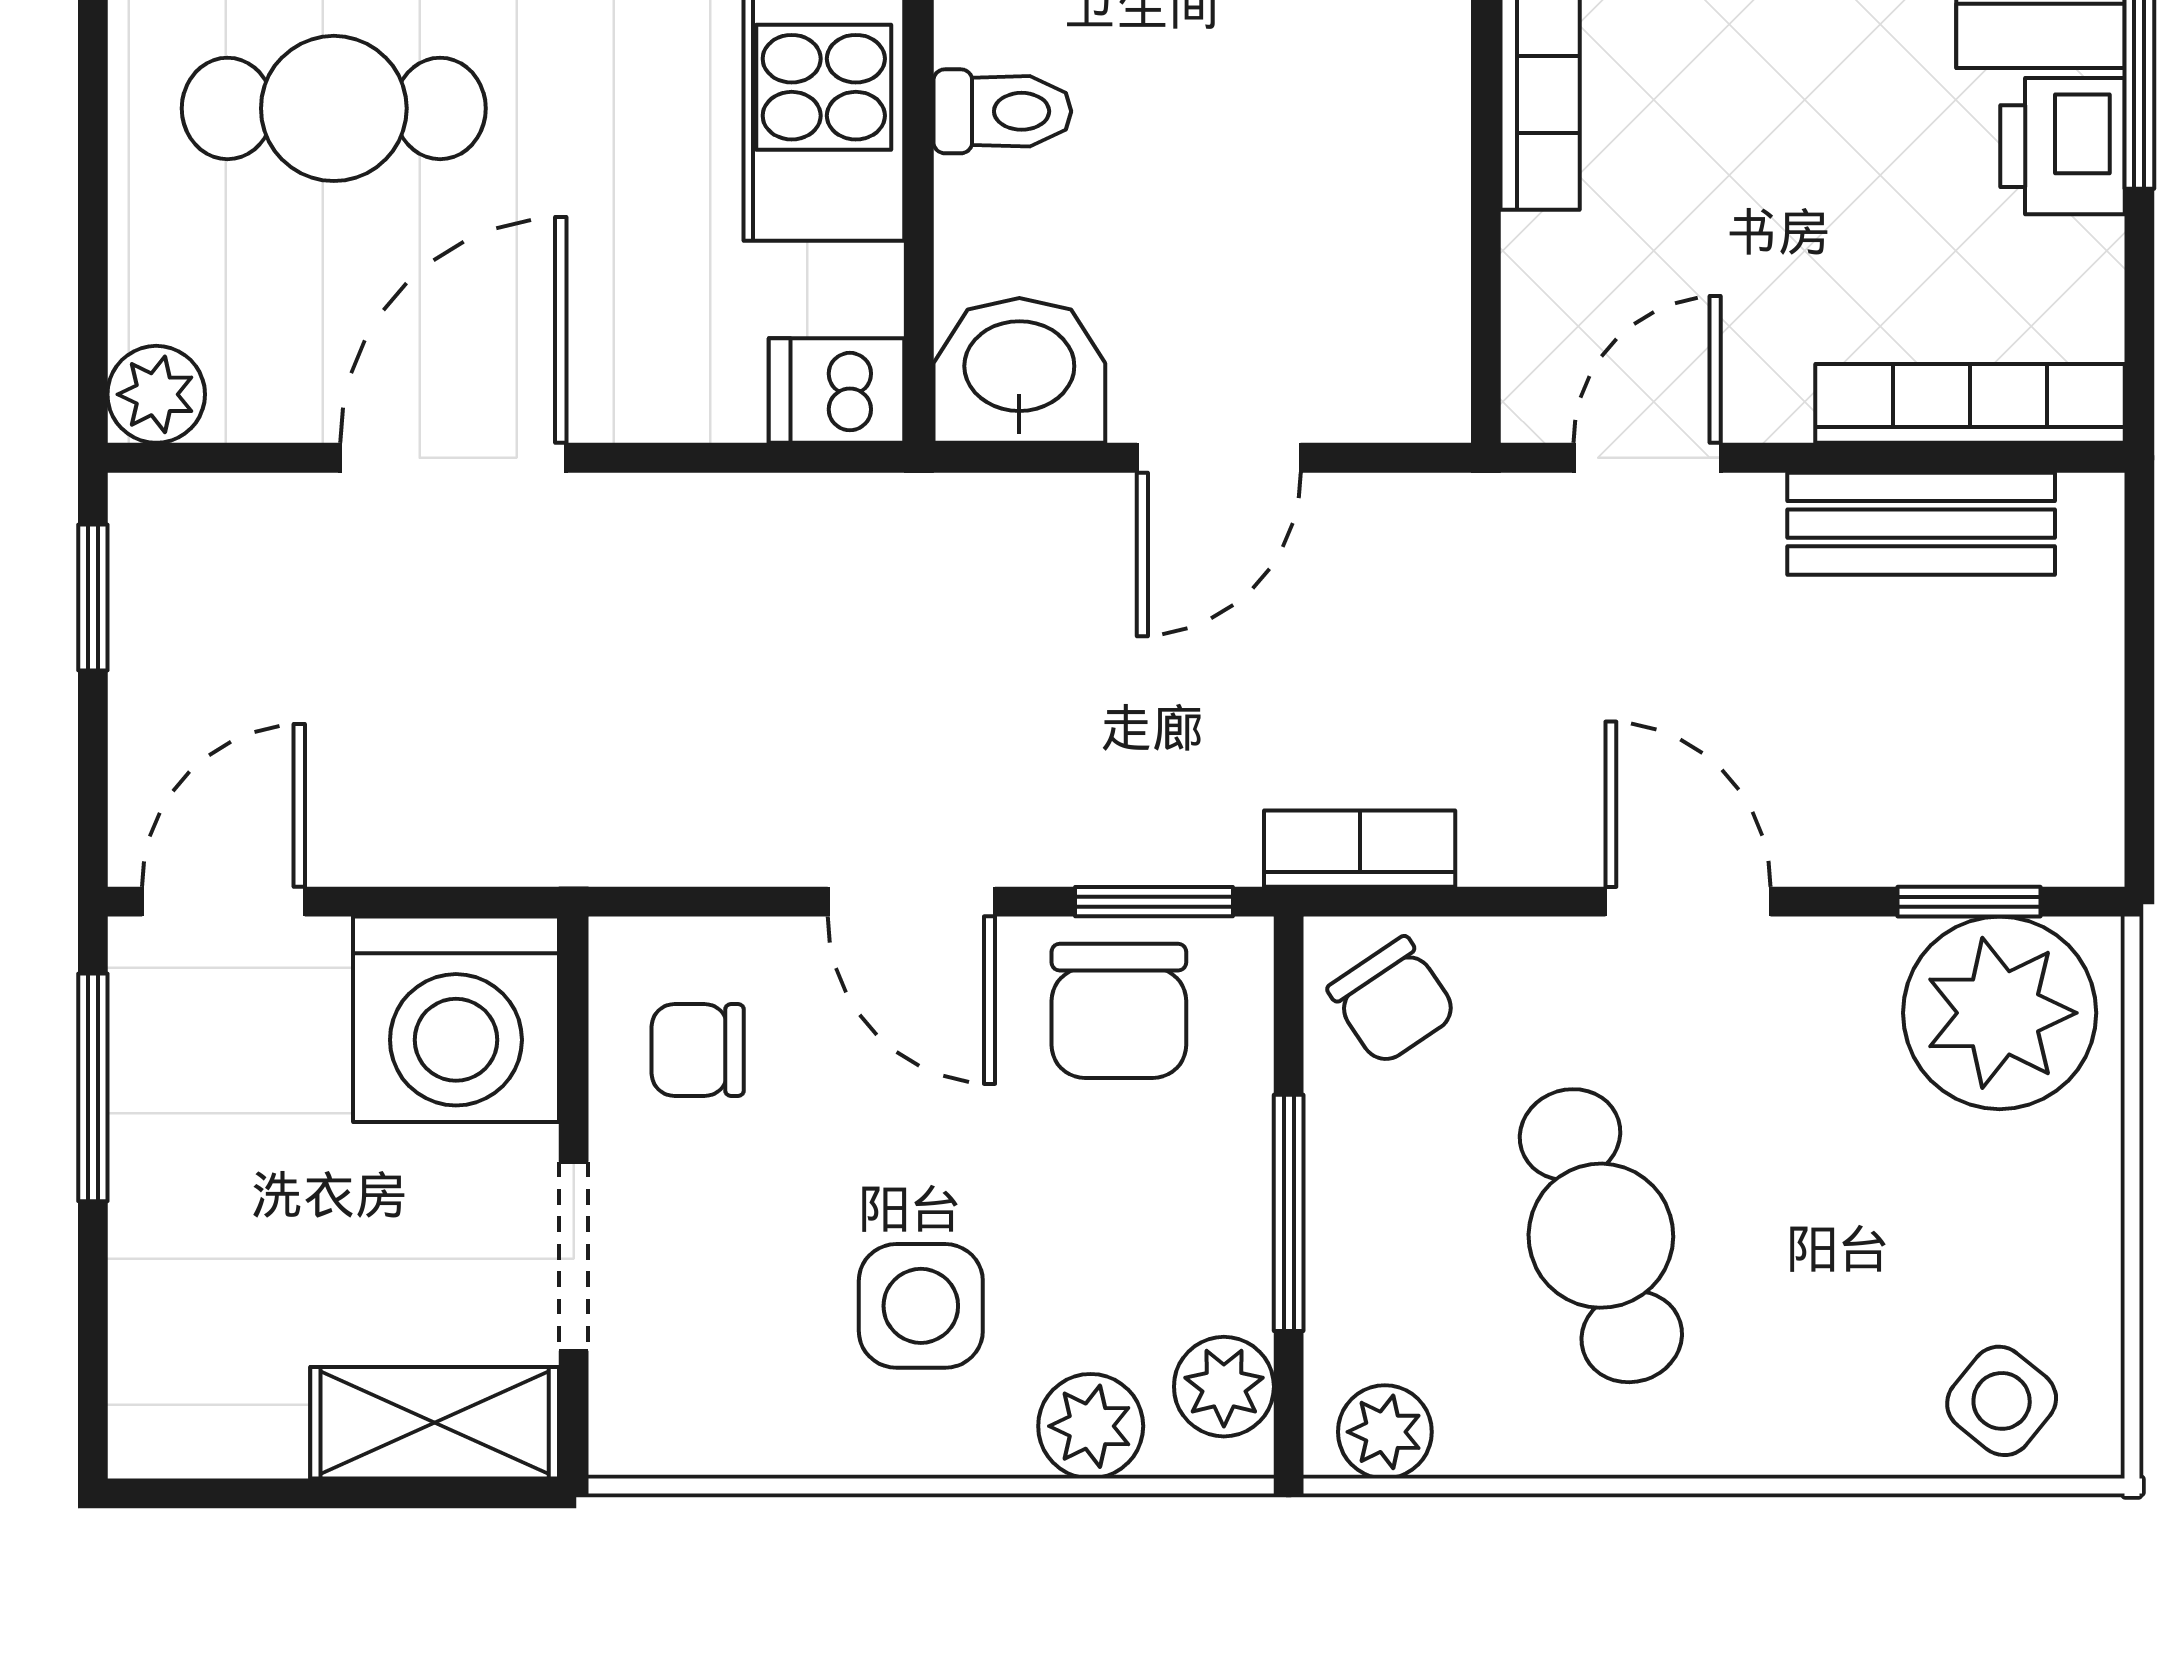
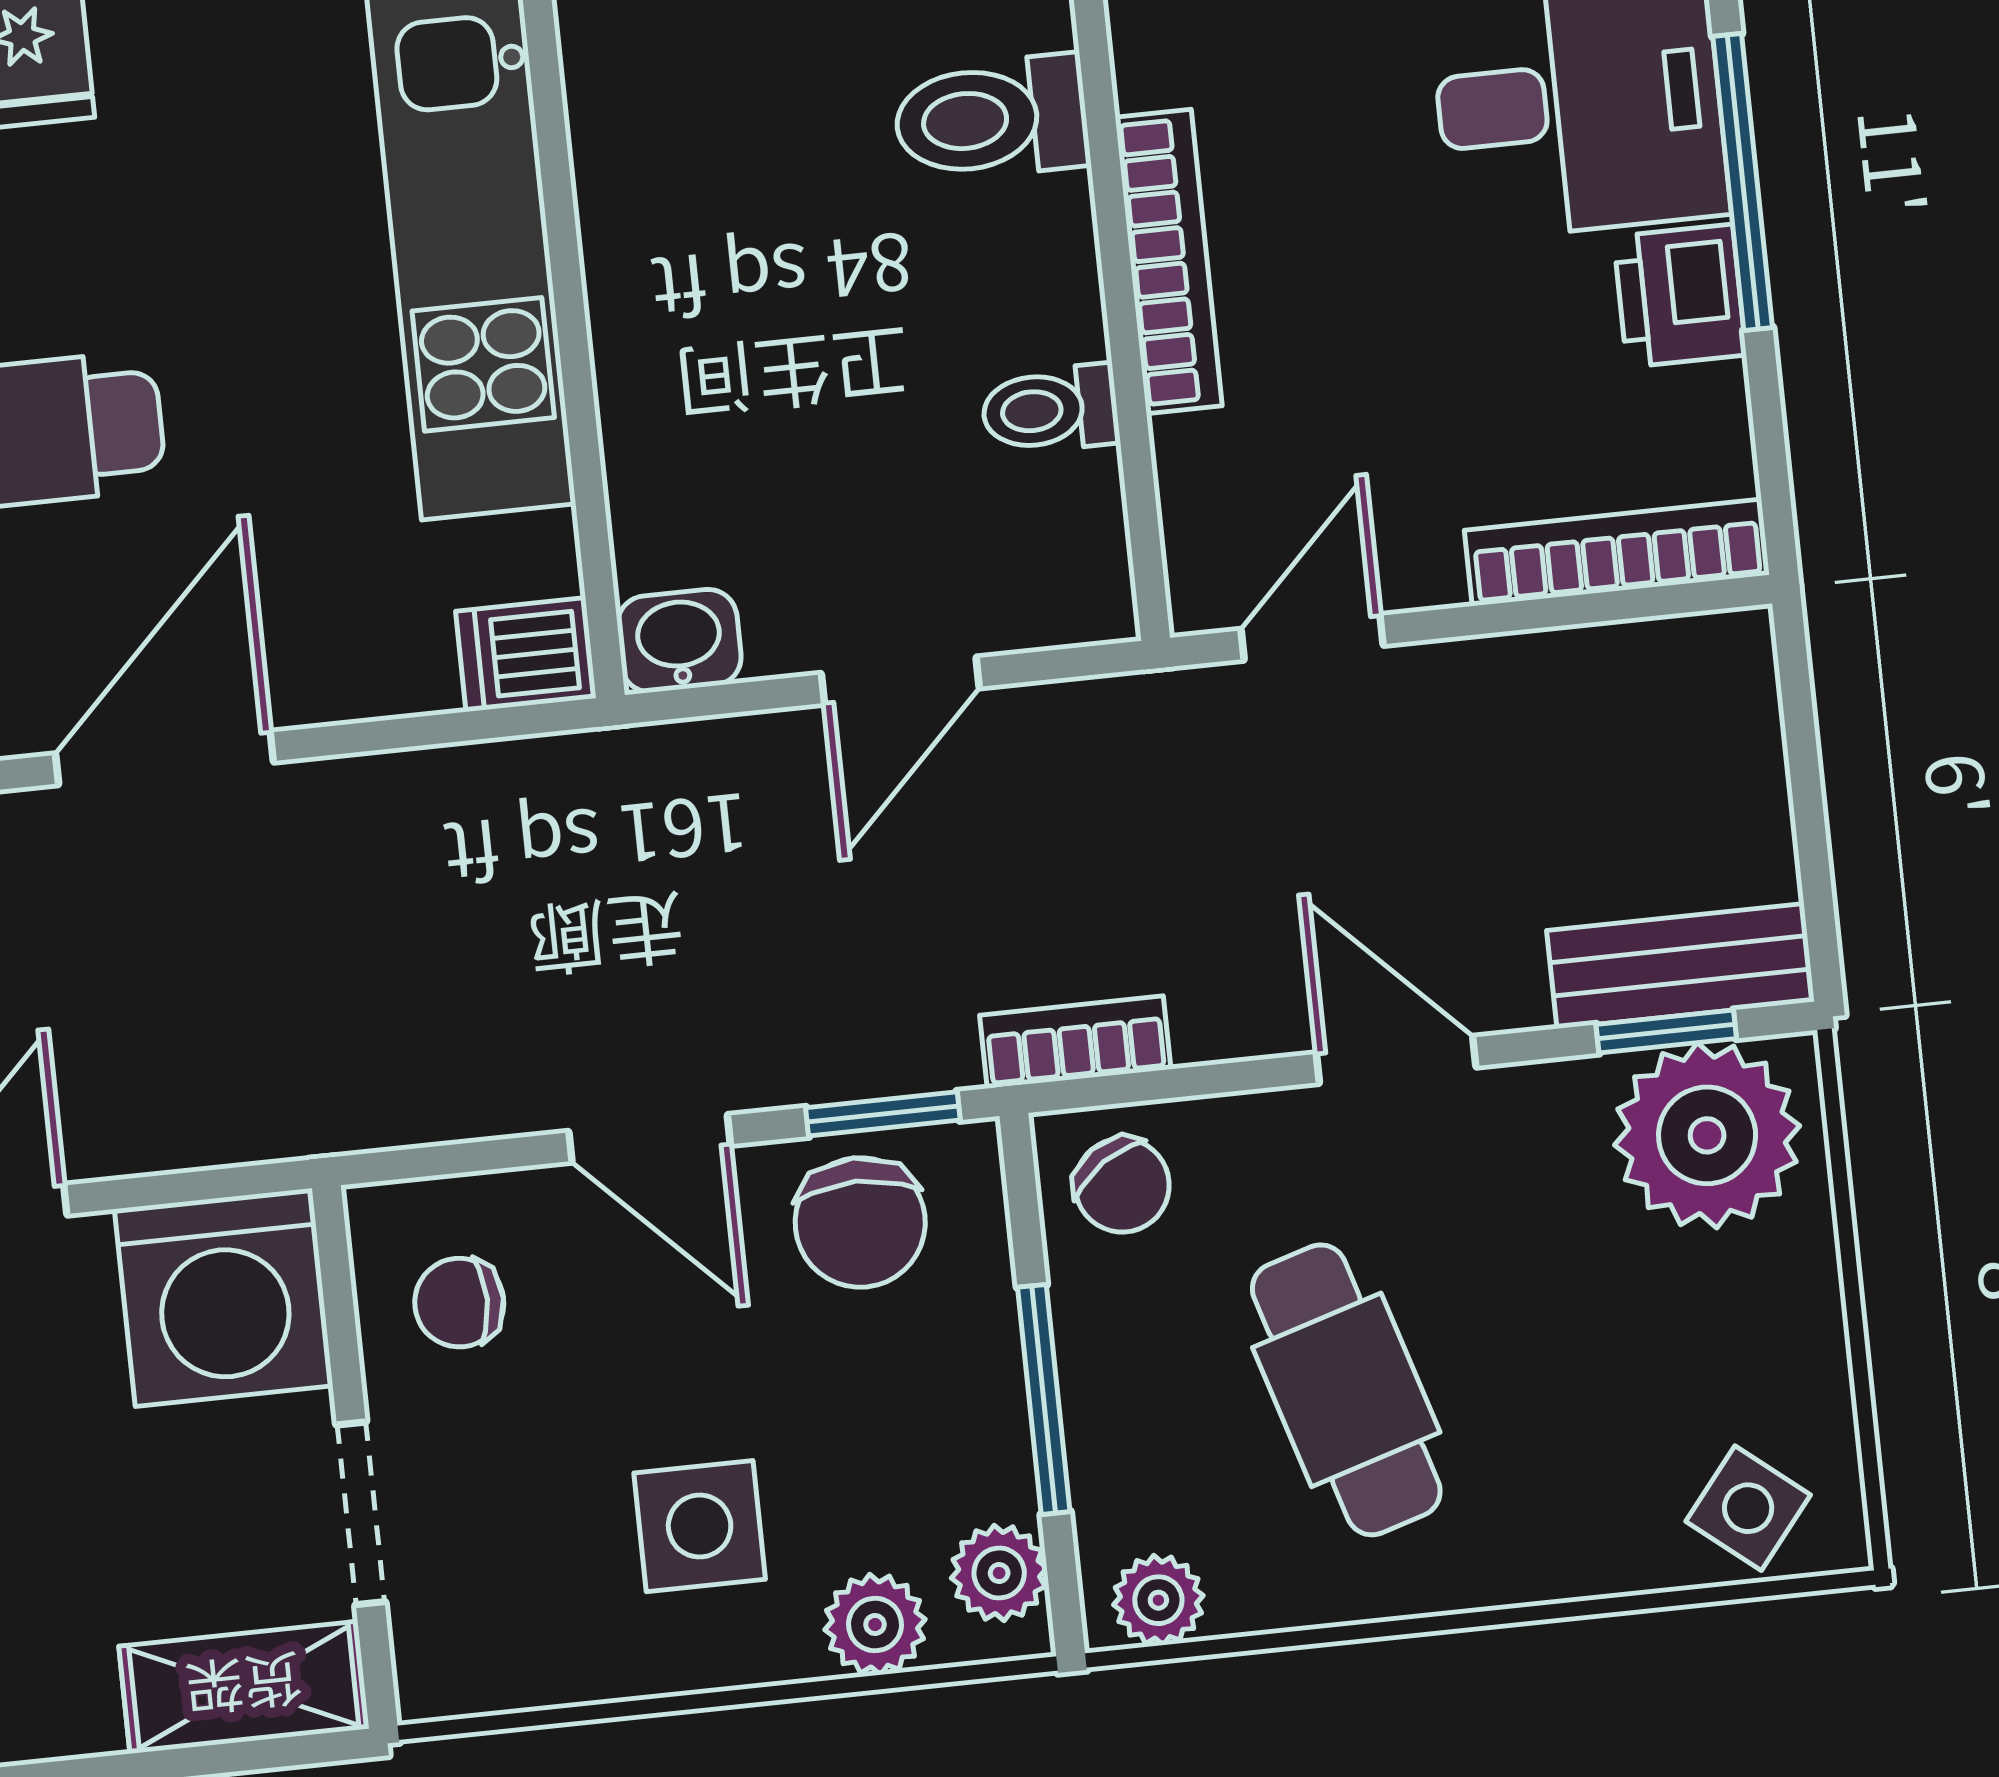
toilet: (1002, 111) -> (1050, 409), moved, turned 180
washbasin: (1019, 370) -> (679, 641), width x0.72, depth x0.69
bench: (1921, 524) -> (1681, 966), moved

